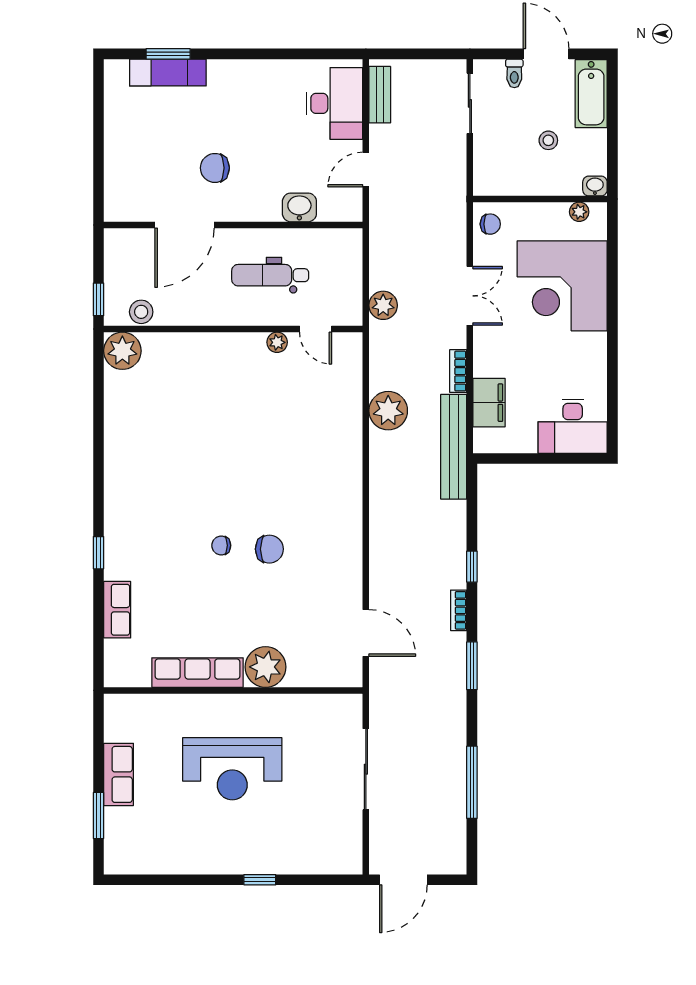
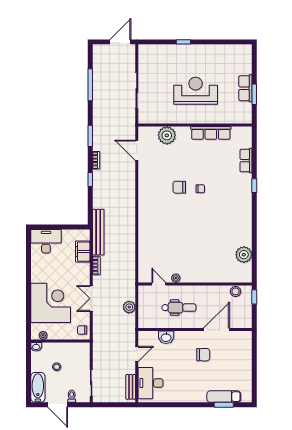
plant: (383, 305) -> (129, 307), moved
plant: (122, 351) -> (244, 255), moved
plant: (388, 411) -> (127, 248), removed
plant: (266, 667) -> (167, 135), moved
window: (99, 816) -> (254, 94), moved

